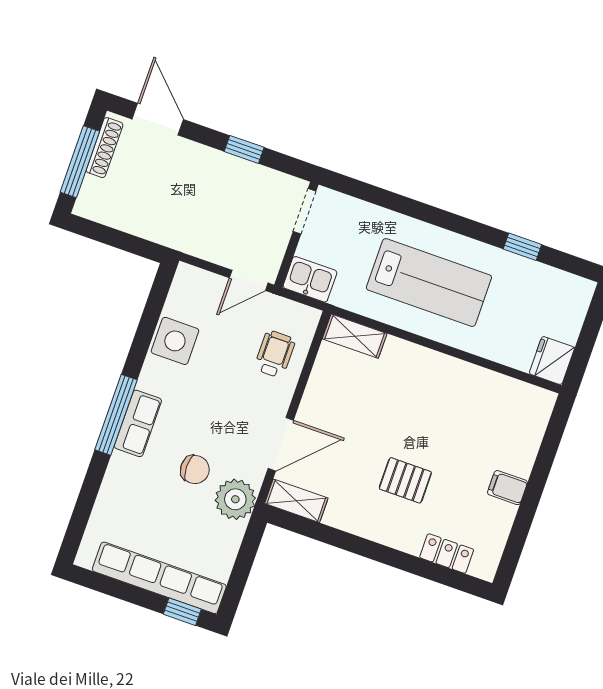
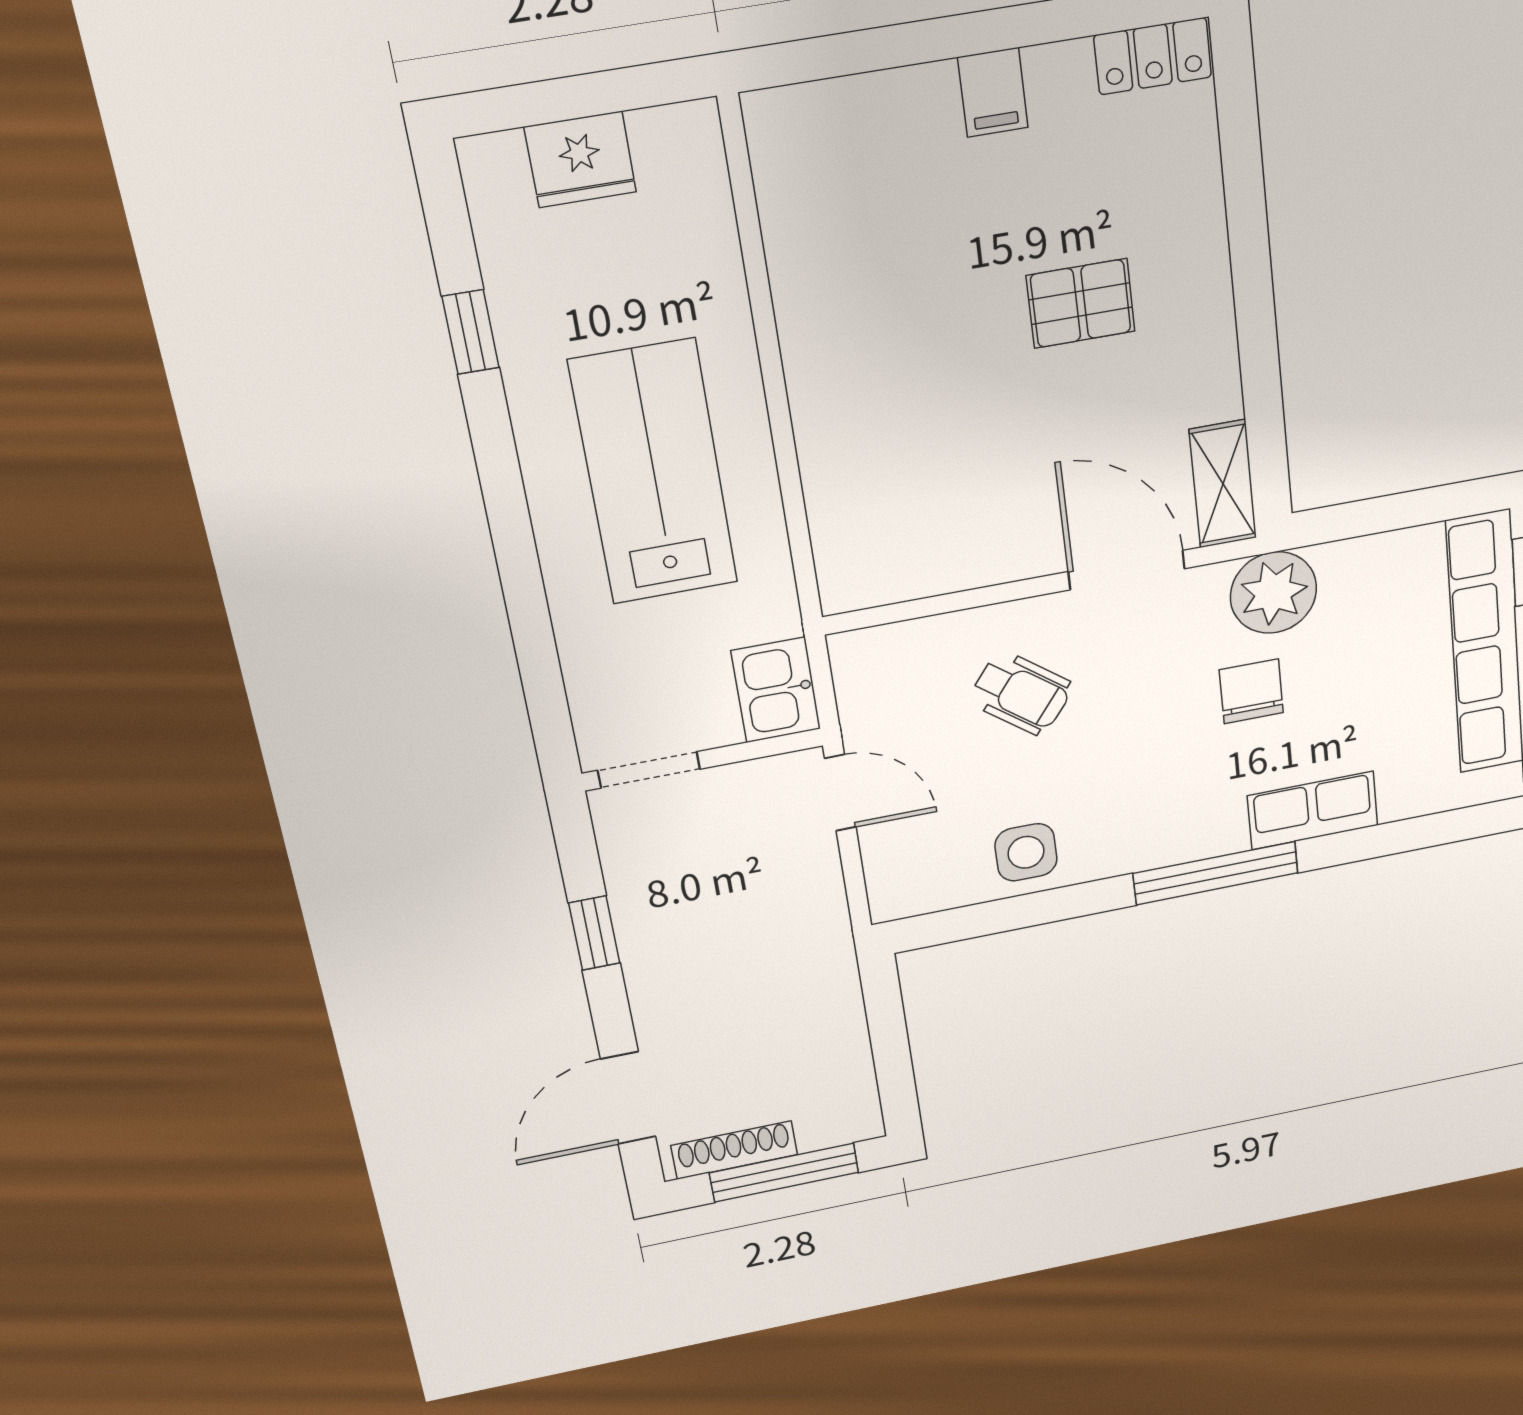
shelving: (355, 336) -> (842, 552), removed
side table: (175, 341) -> (1026, 852), width x0.73, depth x0.73
wheelchair: (275, 354) -> (1021, 693), moved, turned -142
fridge: (552, 361) -> (580, 160), moved
row of seats: (138, 423) -> (1313, 811), moved
pallet: (405, 480) -> (1081, 303), turned 90
locker: (447, 554) -> (1153, 56), moved, turned -90

